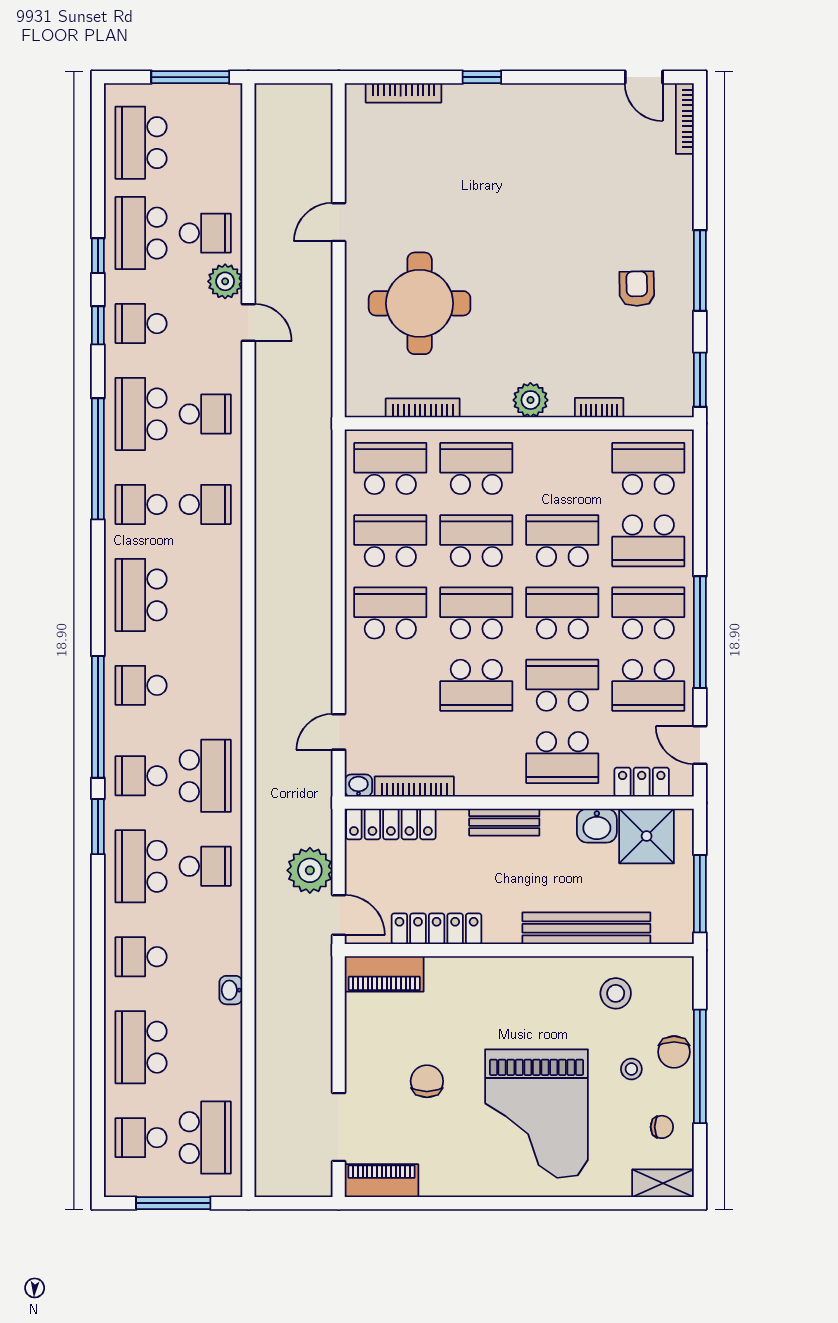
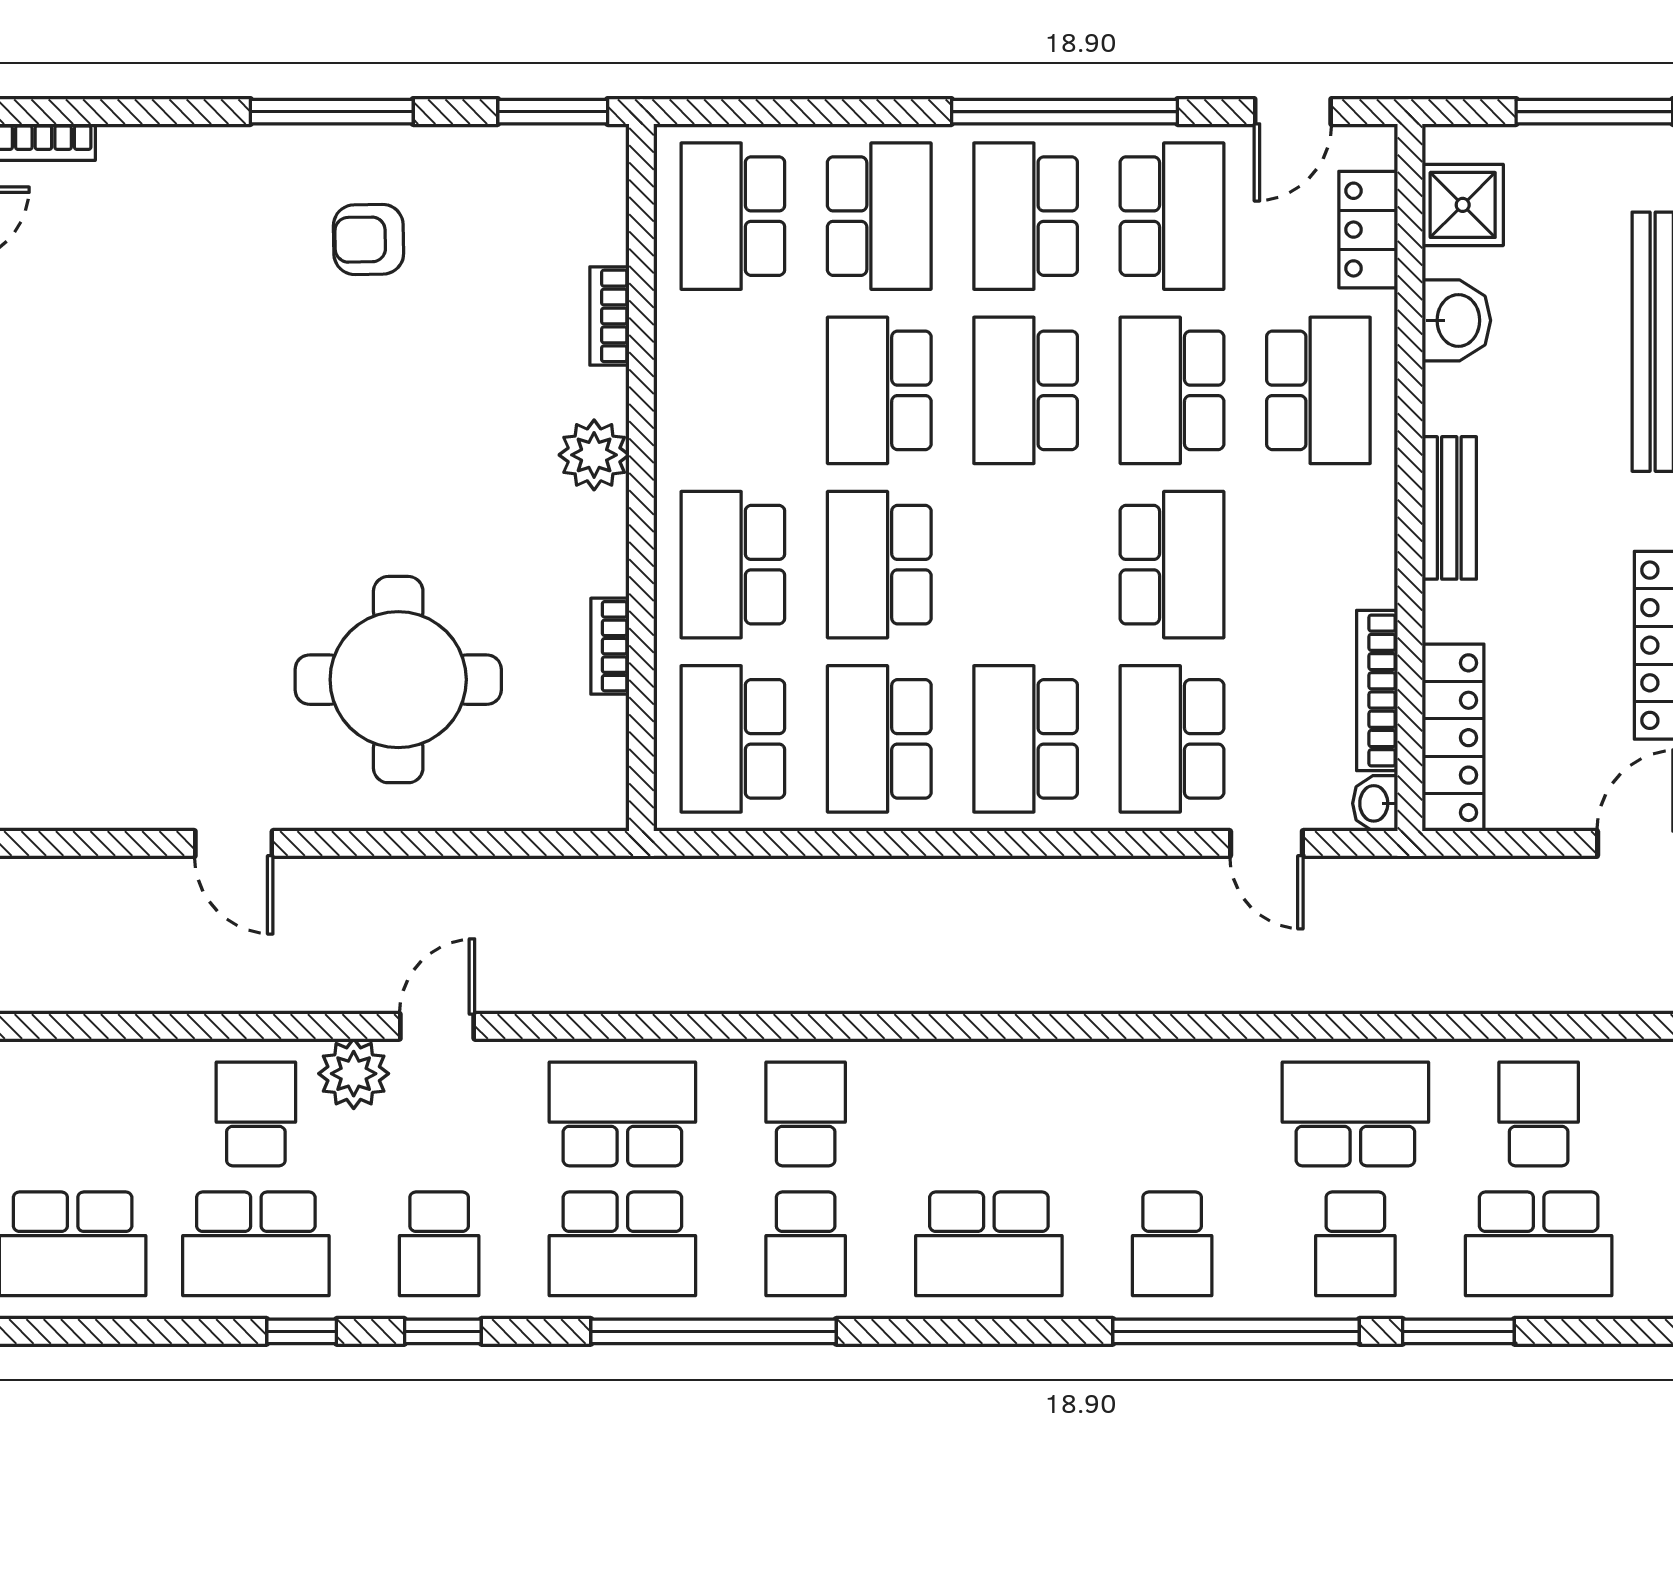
bookcase: (423, 408) -> (610, 646), width x0.64
school desk: (205, 414) -> (622, 1114), width x1.85
school desk: (476, 613) -> (1172, 739), moved
shower: (647, 836) -> (1463, 205), width x0.73, depth x0.73
plant: (310, 870) -> (1547, 902), removed

